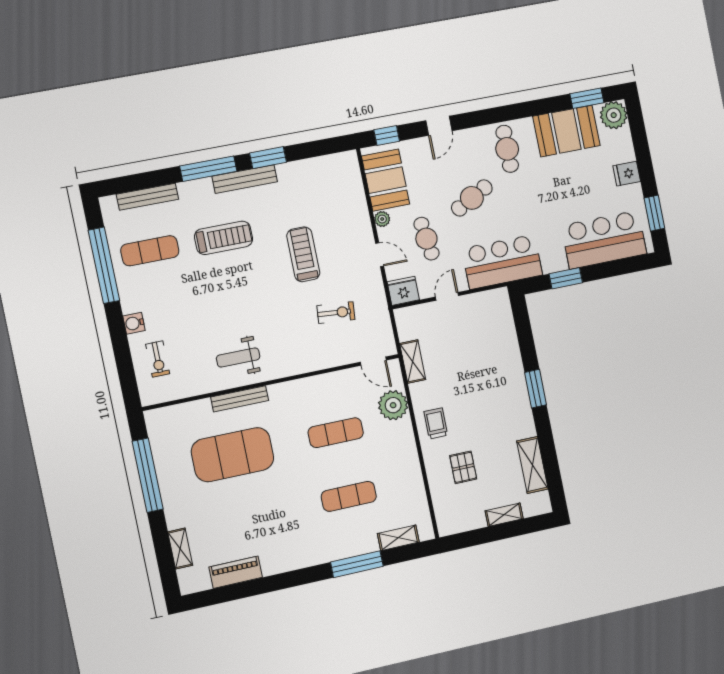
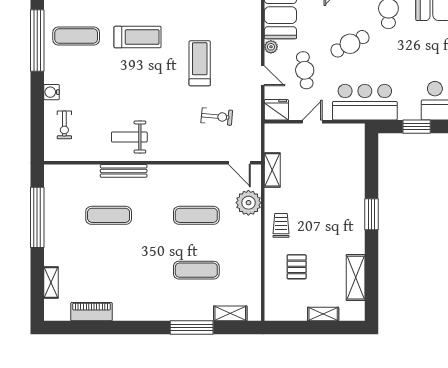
exercise mat: (233, 455) -> (109, 215), width x0.50, depth x0.69

